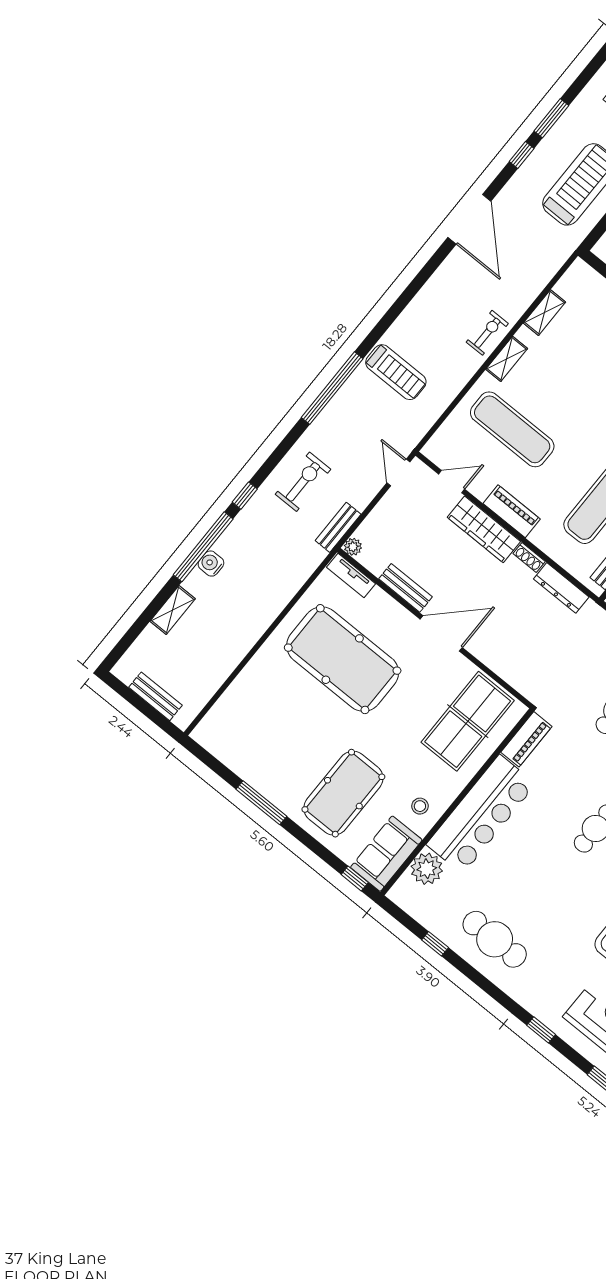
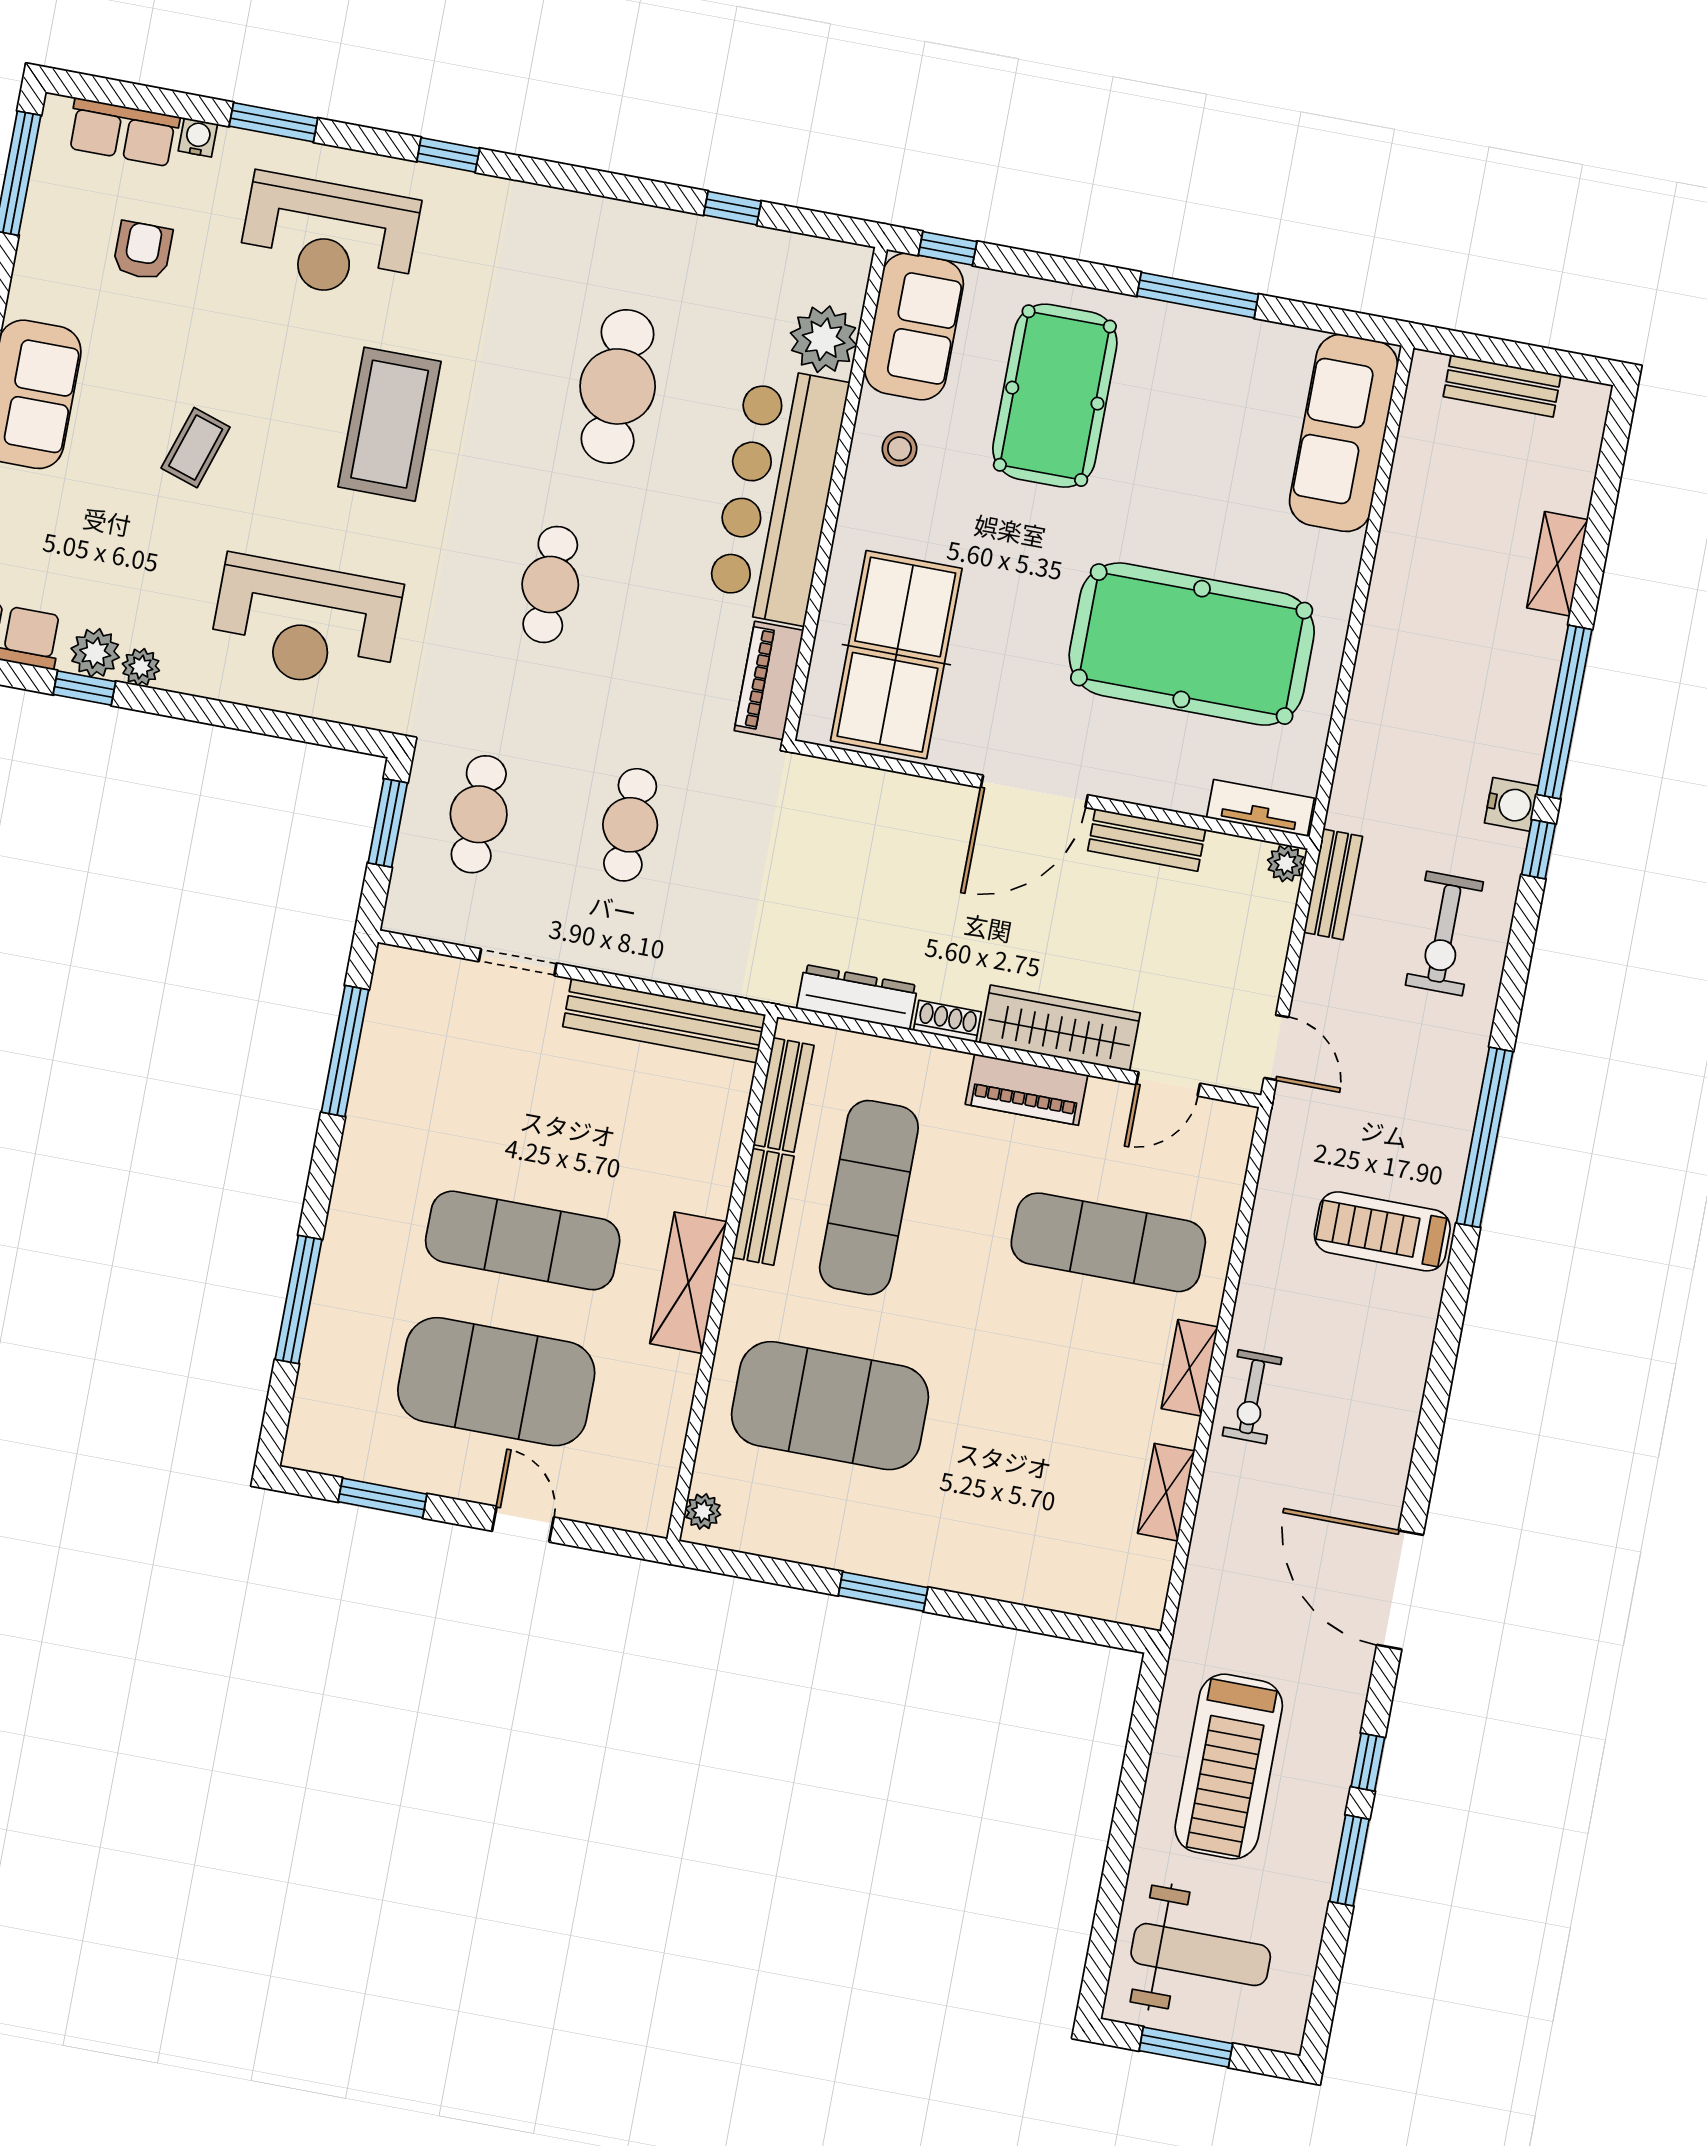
water cooler: (211, 564) -> (1511, 804), moved
sofa: (232, 712) -> (1344, 433), added
cafe table: (495, 939) -> (618, 386), moved, turned 90

